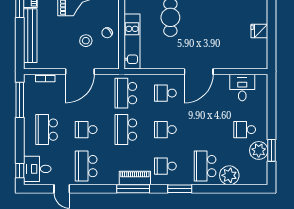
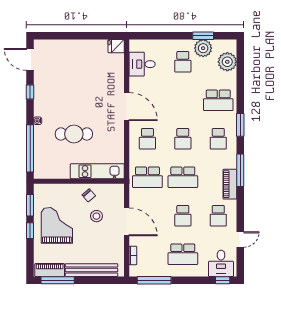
fridge: (259, 31) -> (116, 46), moved, turned 90
school desk: (86, 166) -> (218, 216), width x0.54
plant: (229, 175) -> (227, 62), moved
piano: (135, 178) -> (230, 184), moved

